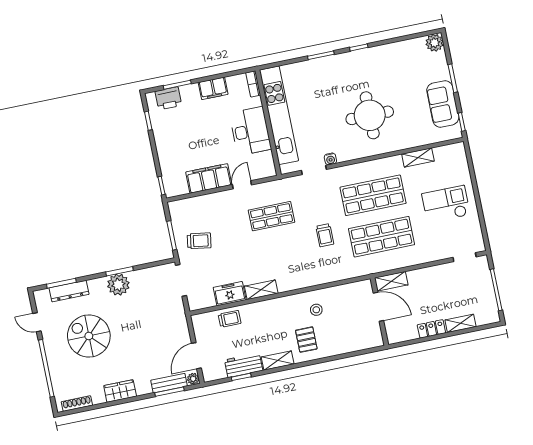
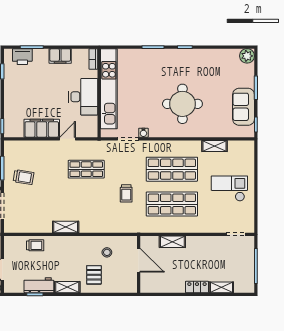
freezer: (230, 294) -> (39, 225), removed
door: (378, 307) -> (139, 260), moved
wall: (379, 312) -> (139, 264), moved

